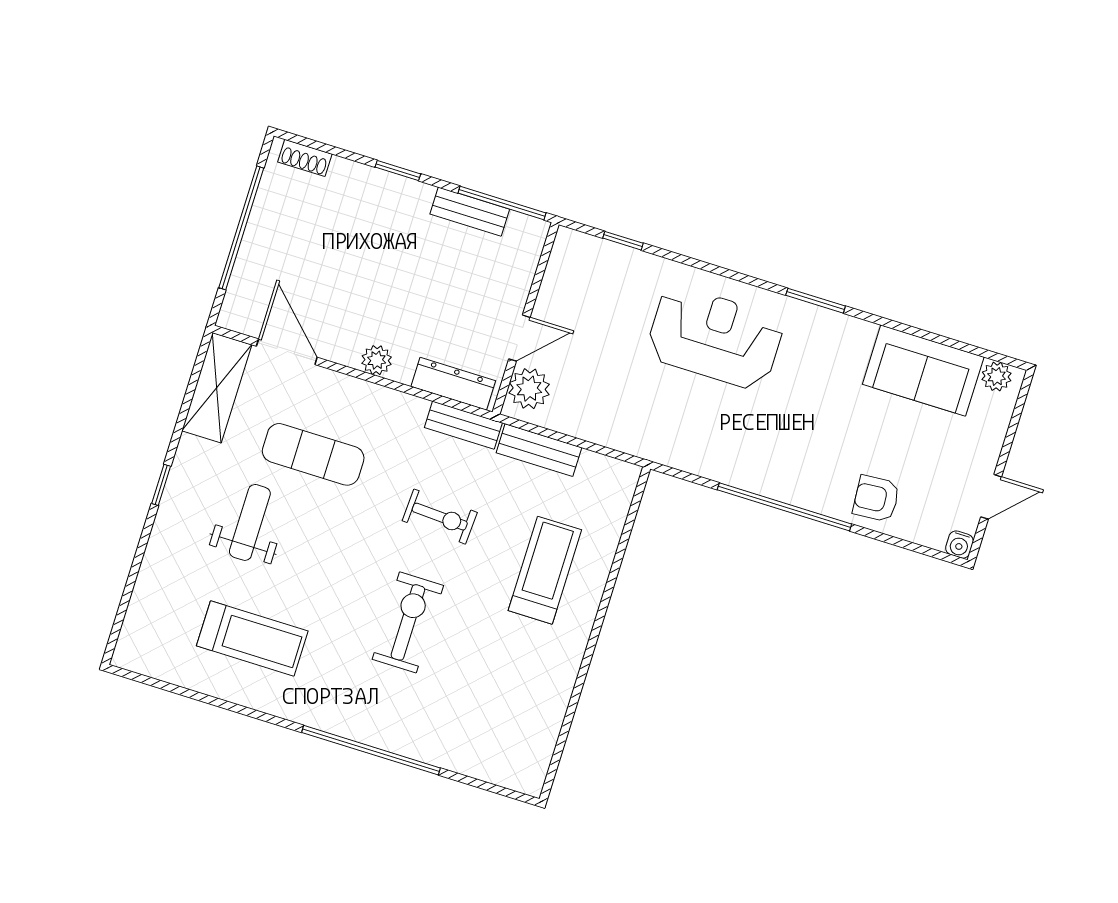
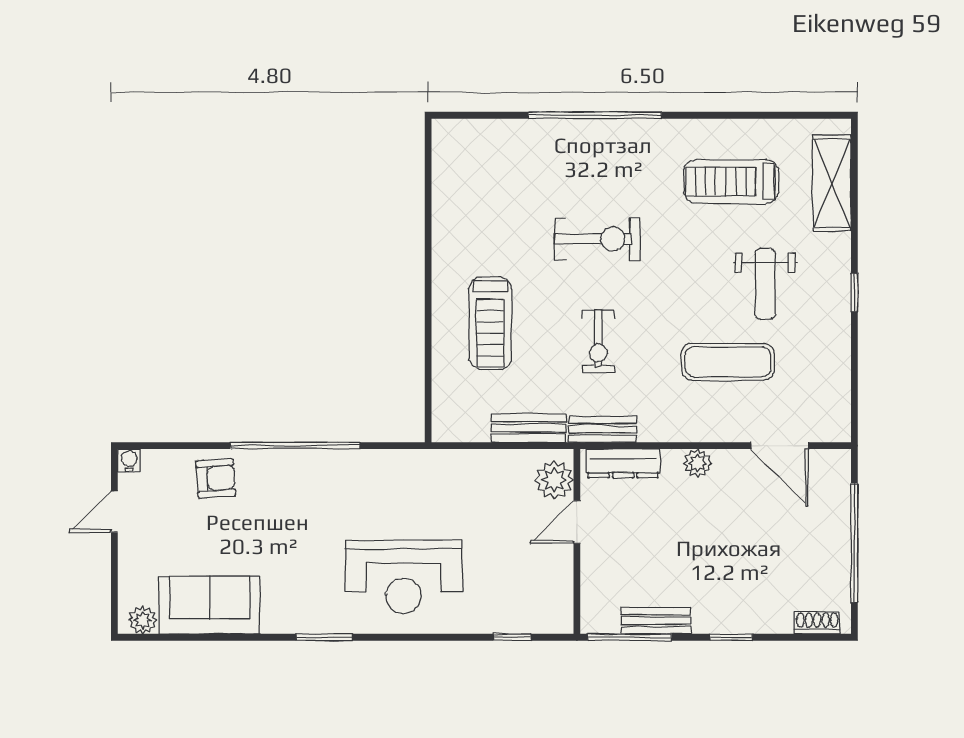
shelving: (217, 388) -> (832, 183), moved
exercise bike: (440, 517) -> (598, 342), turned -93
exercise bike: (408, 622) -> (597, 239), turned -90

